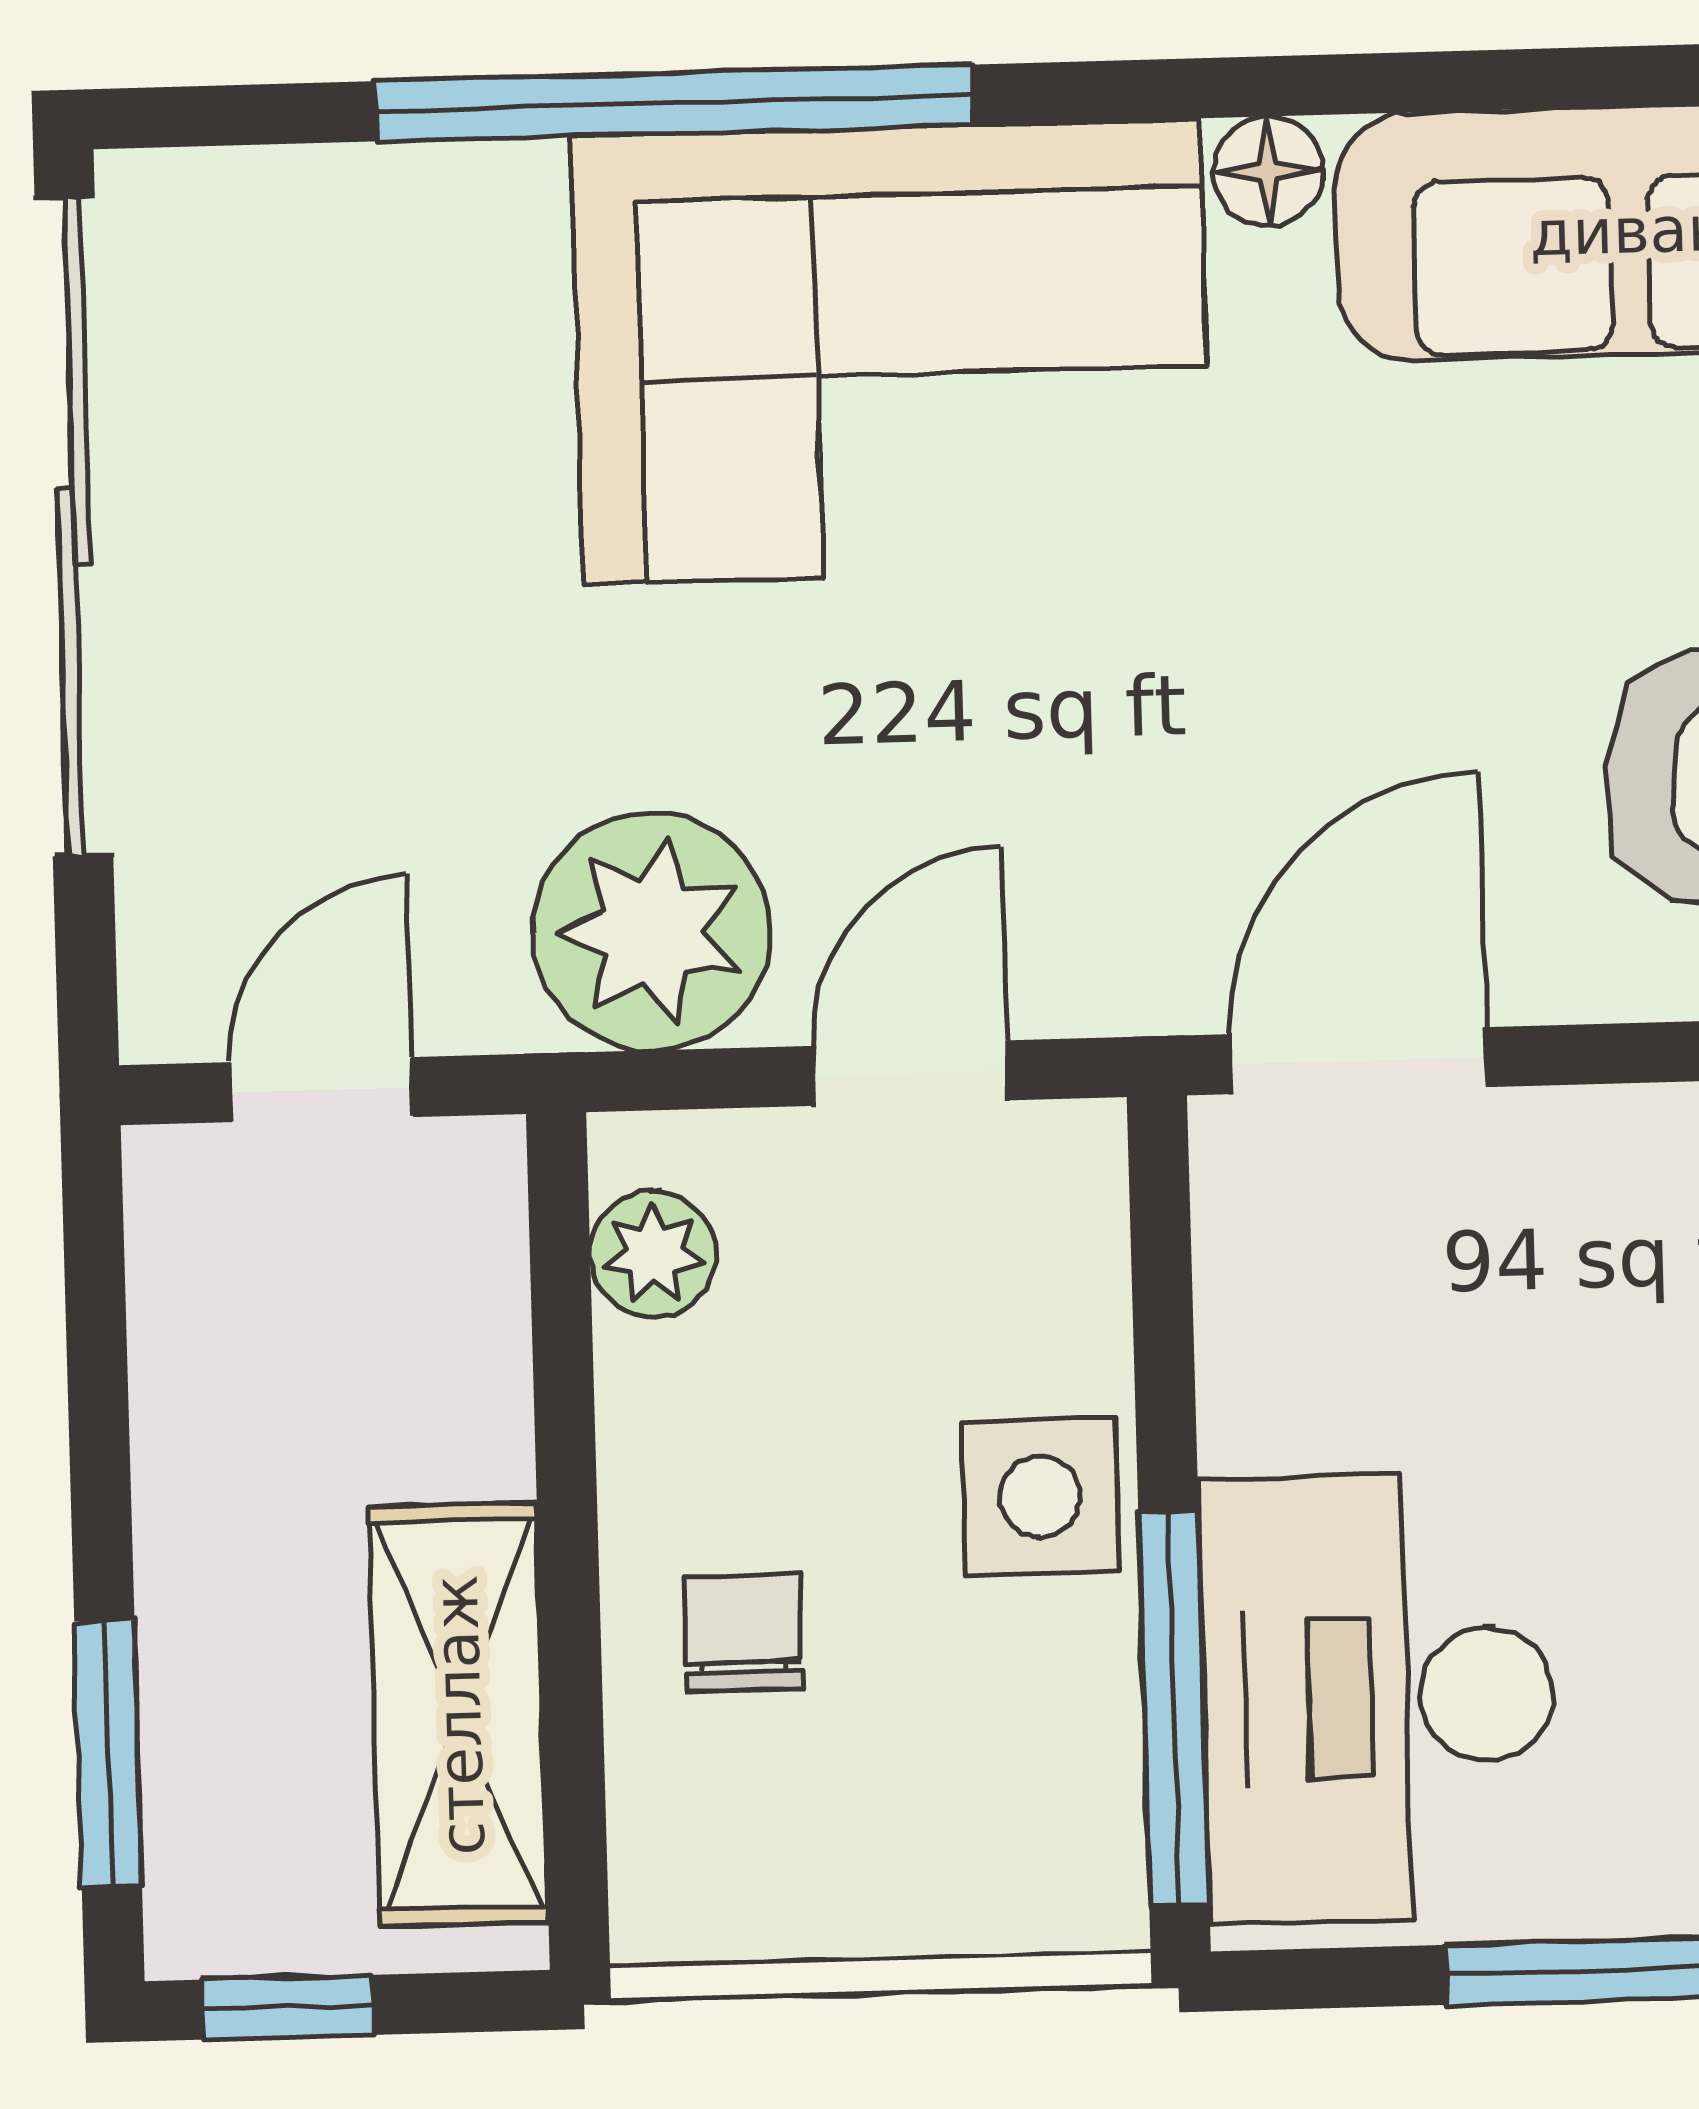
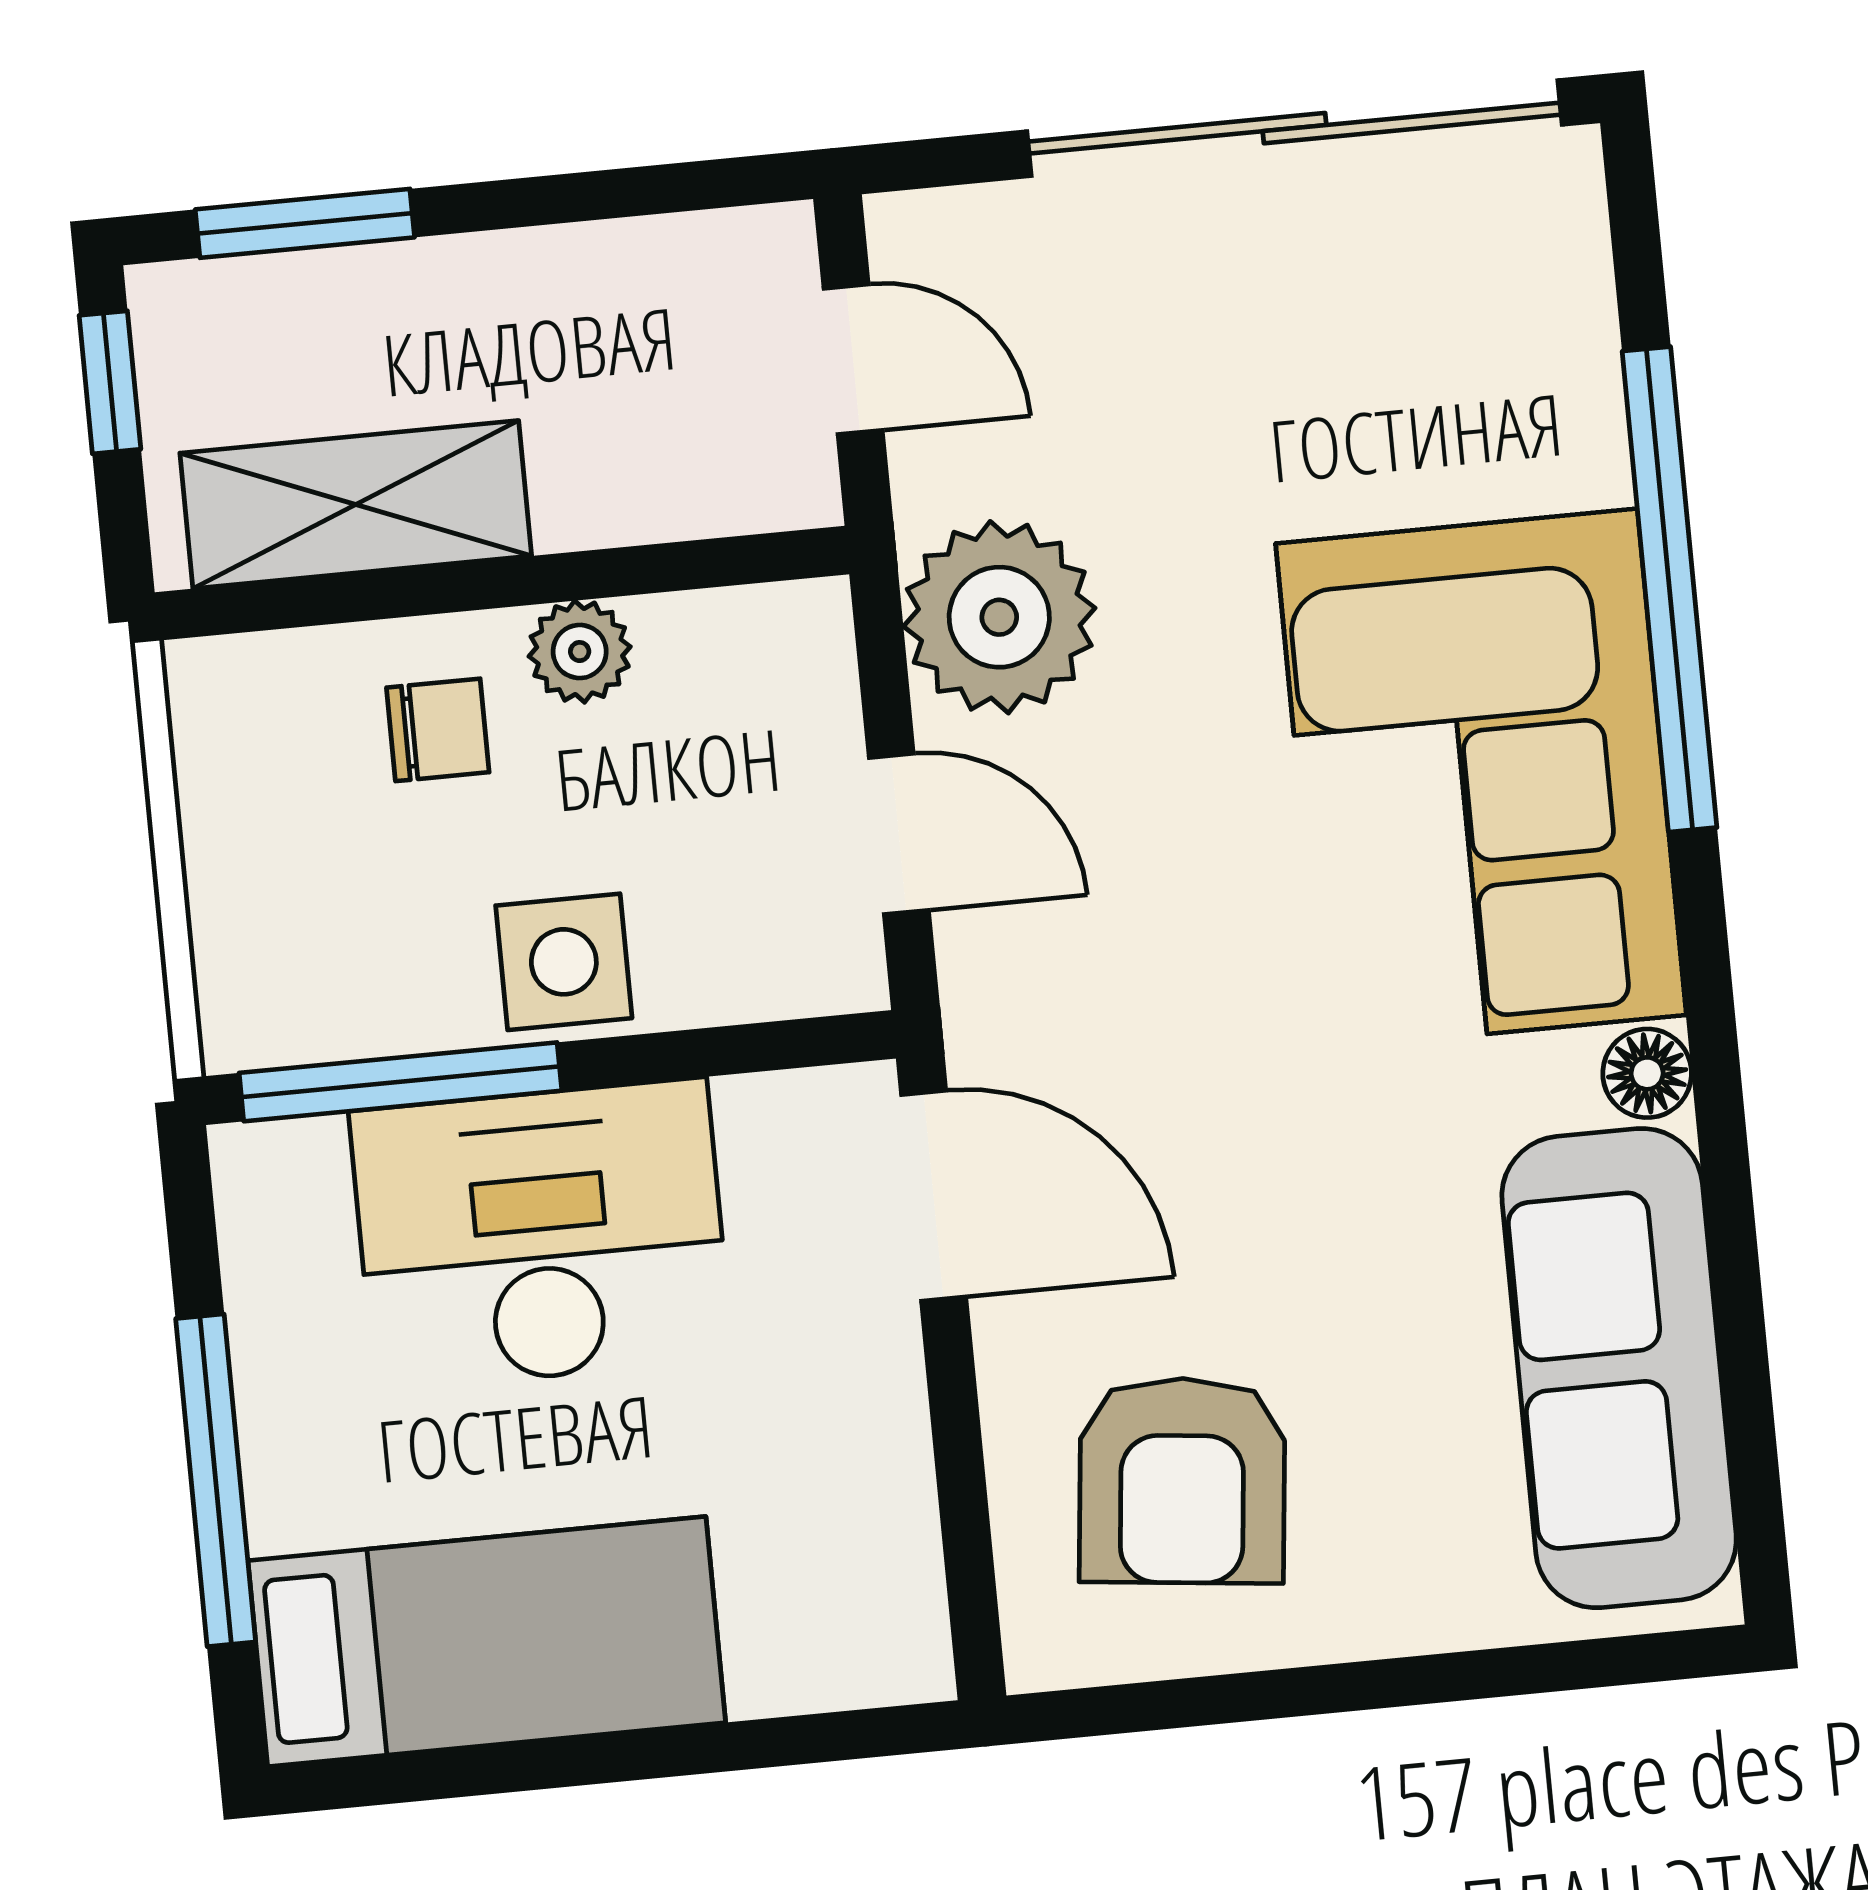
plant: (653, 1254) -> (580, 652), moved
desk: (1378, 1697) -> (541, 1235), moved

